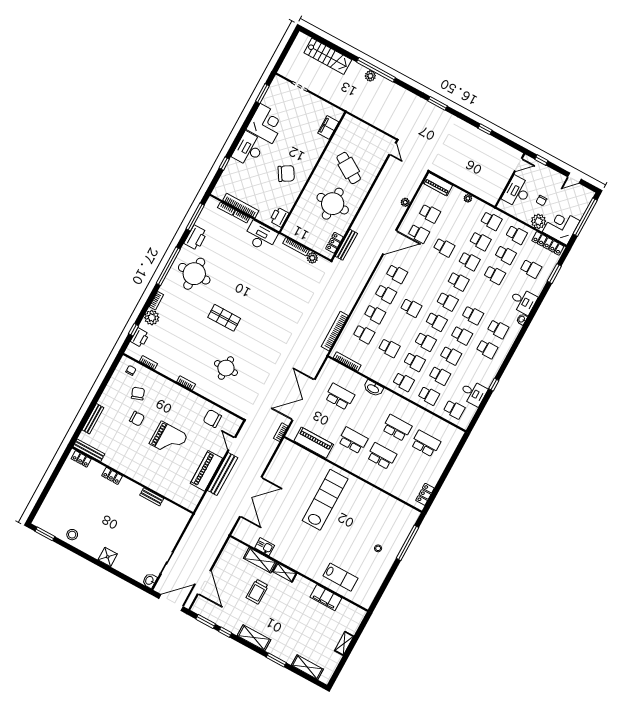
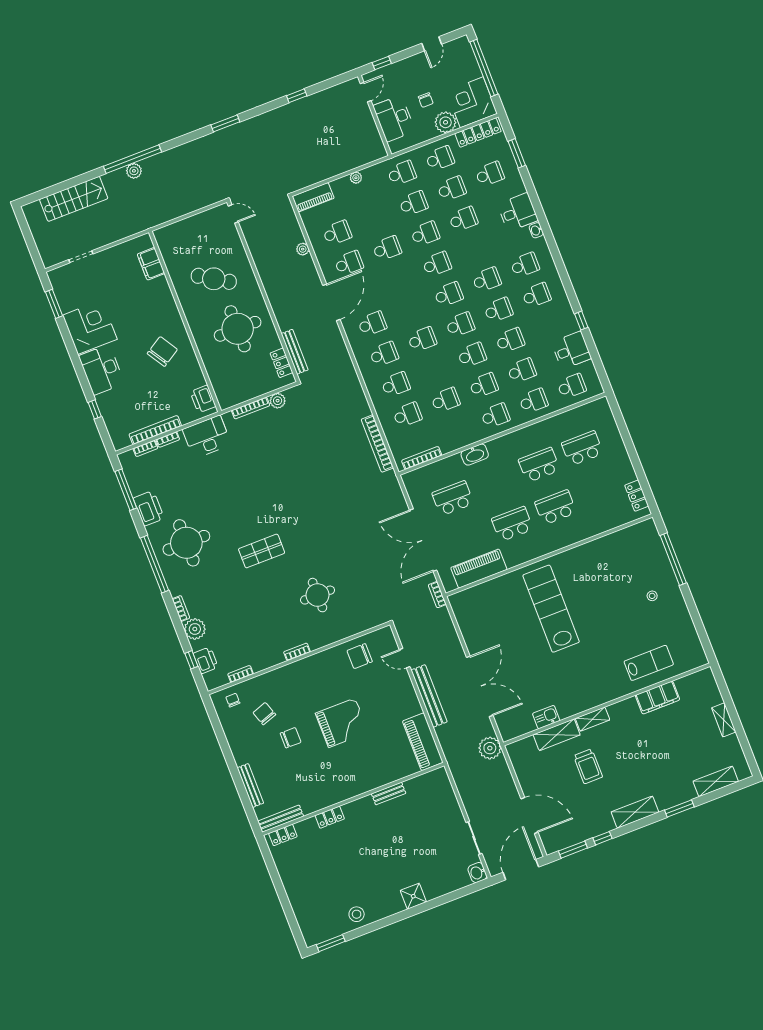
piano: (206, 471) -> (423, 742), moved
plant: (222, 530) -> (490, 748), added

